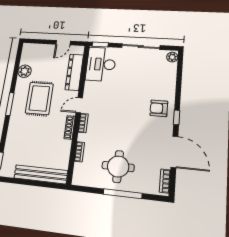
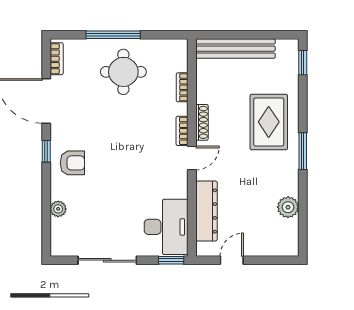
plant: (172, 57) -> (58, 209), moved
rug: (39, 98) -> (269, 122), moved

